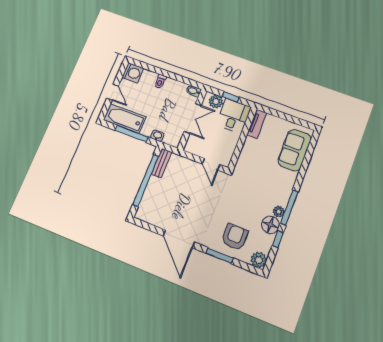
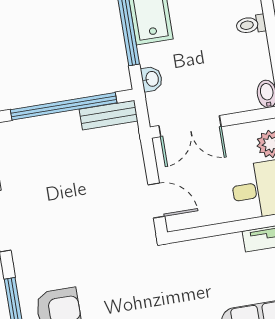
double door: (193, 118) -> (190, 126), moved
door: (211, 164) -> (156, 200), swing flipped

